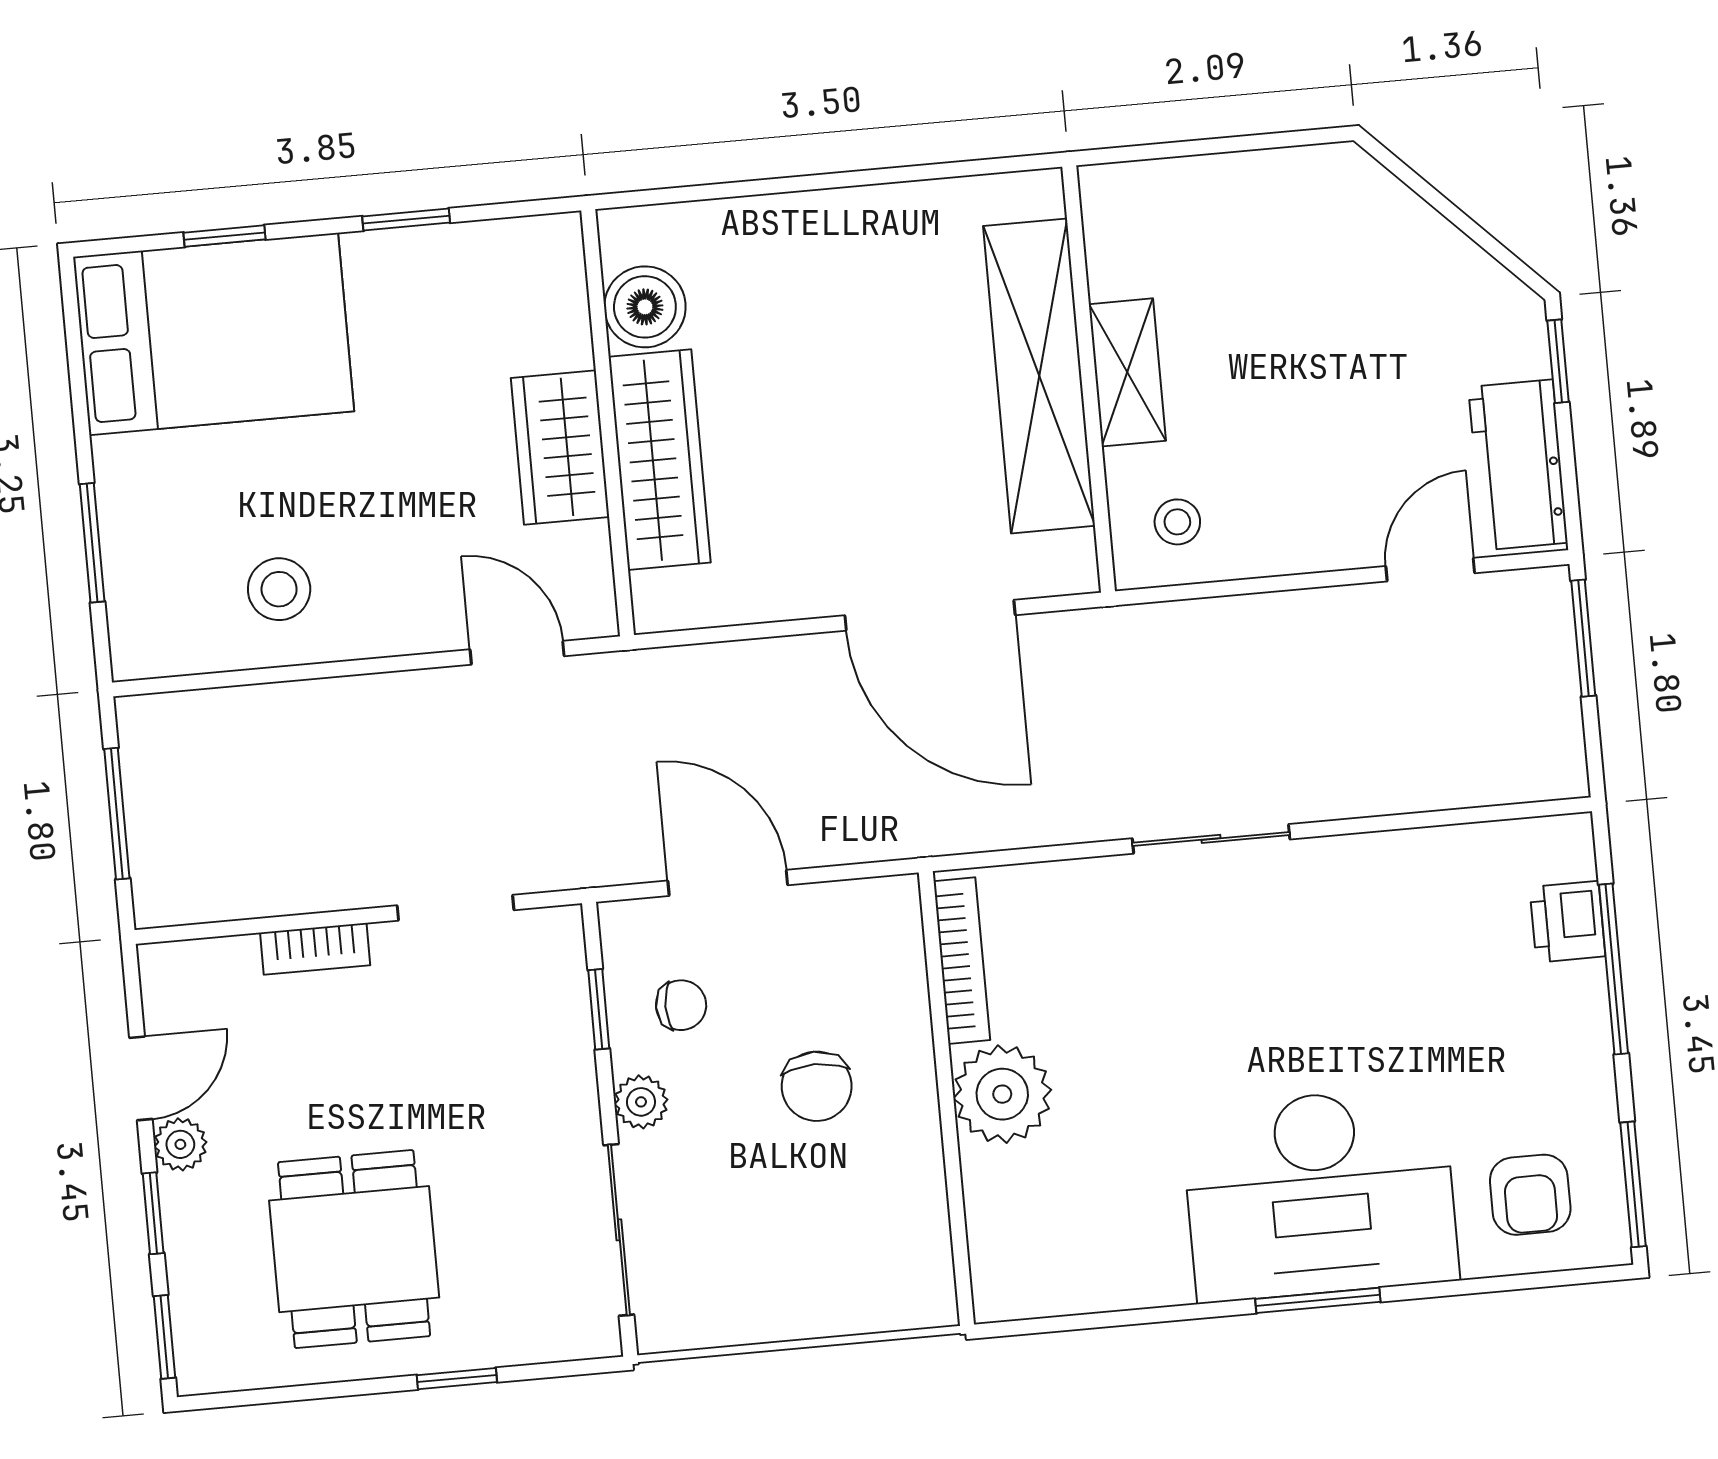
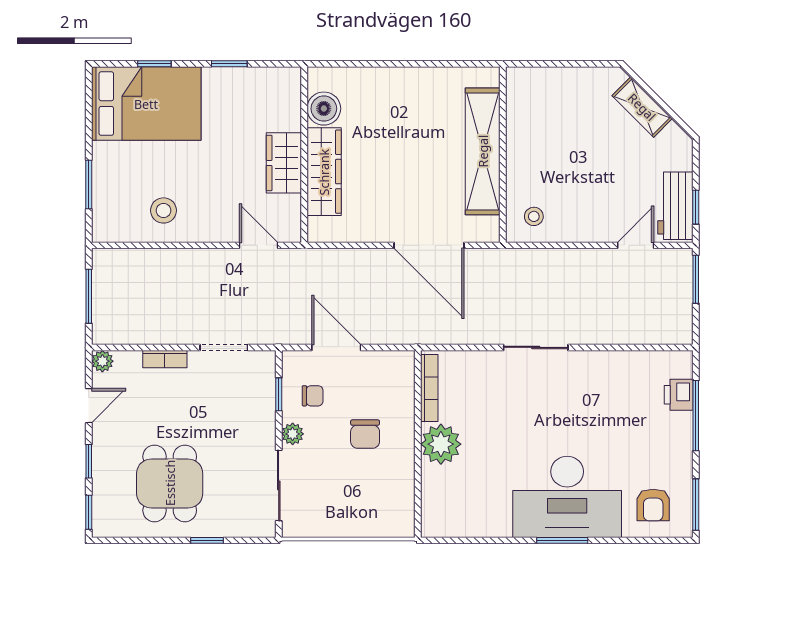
window: (1558, 361) -> (696, 207), moved
shelving: (1127, 372) -> (642, 107), moved, turned -45
plant: (180, 1144) -> (102, 361), moved

